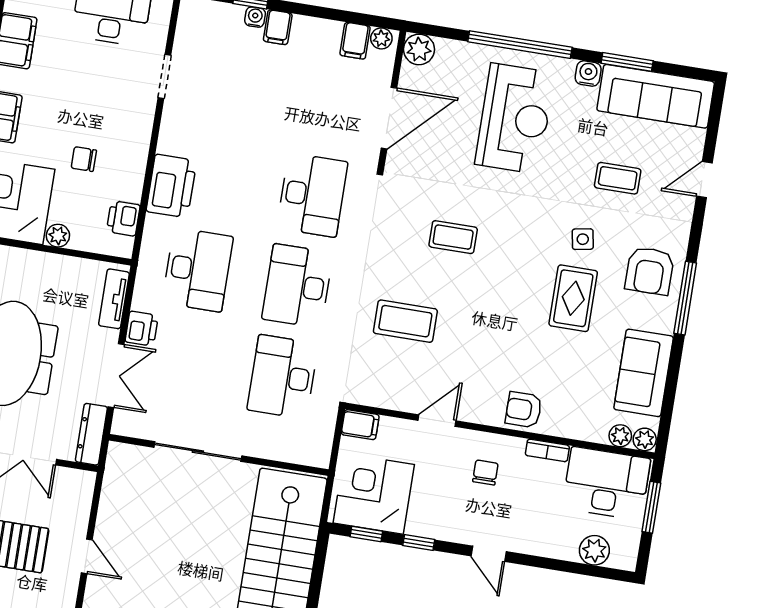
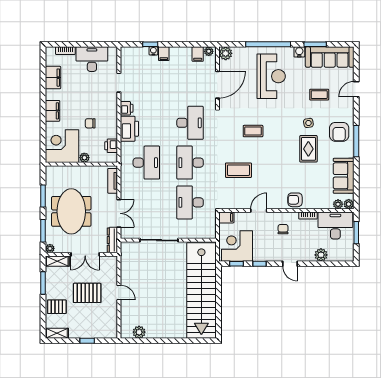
printer: (142, 329) -> (127, 108), moved
plant: (594, 550) -> (321, 255), moved

